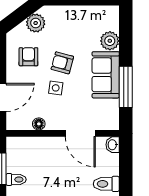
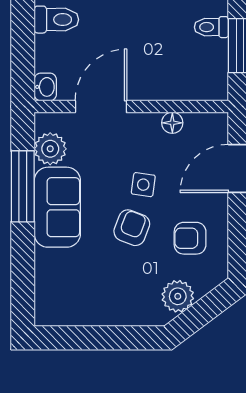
plant: (110, 41) -> (50, 149), moved
armchair: (28, 57) -> (190, 238), turned 90
armchair: (62, 63) -> (132, 228), turned -84
door: (80, 133) -> (101, 106), hinge flipped

